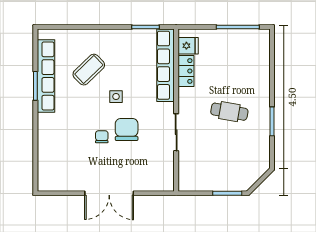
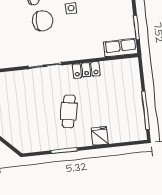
fridge: (188, 46) -> (100, 136), moved, turned 180
row of seats: (166, 65) -> (121, 48), width x0.50
locker: (186, 71) -> (86, 70), moved

